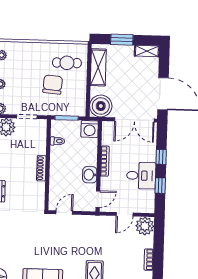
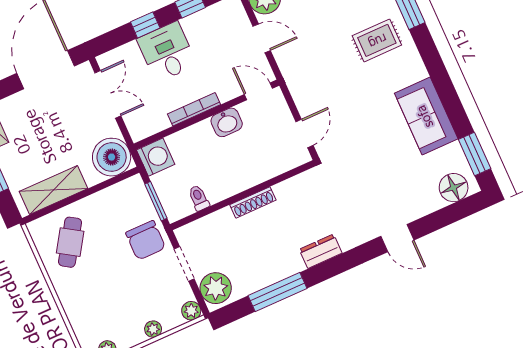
cafe table: (67, 63) -> (70, 242), turned 33
chair: (53, 85) -> (146, 240), moved, turned -95
double door: (134, 120) -> (108, 94), width x0.73
desk: (141, 176) -> (167, 52), moved
door: (64, 213) -> (304, 133), swing flipped

